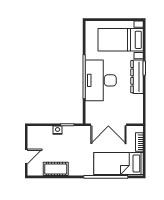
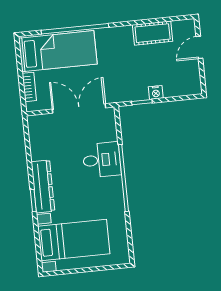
desk: (101, 80) -> (102, 160), width x0.53, depth x0.77

